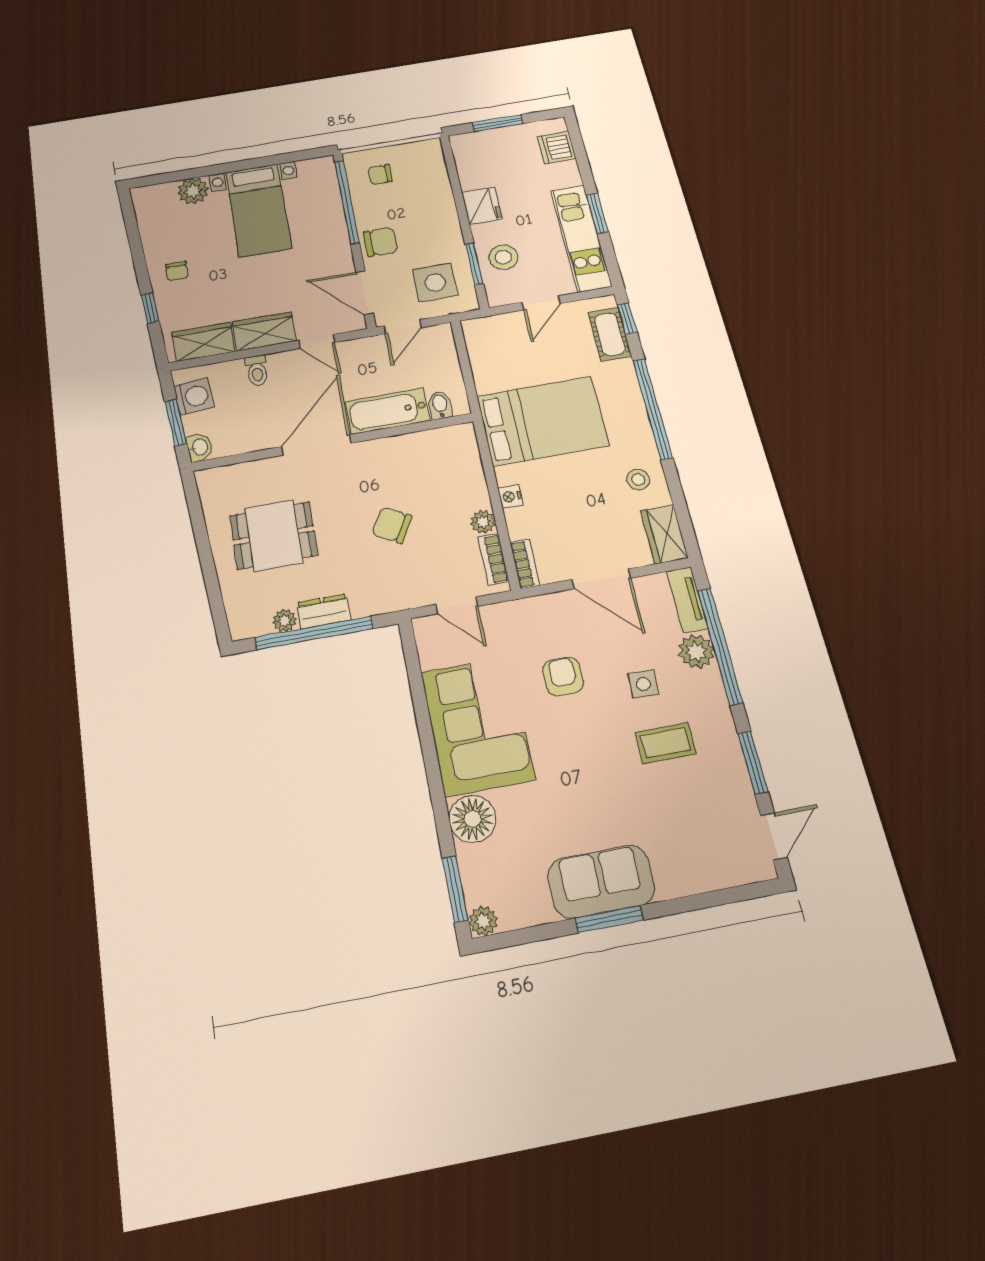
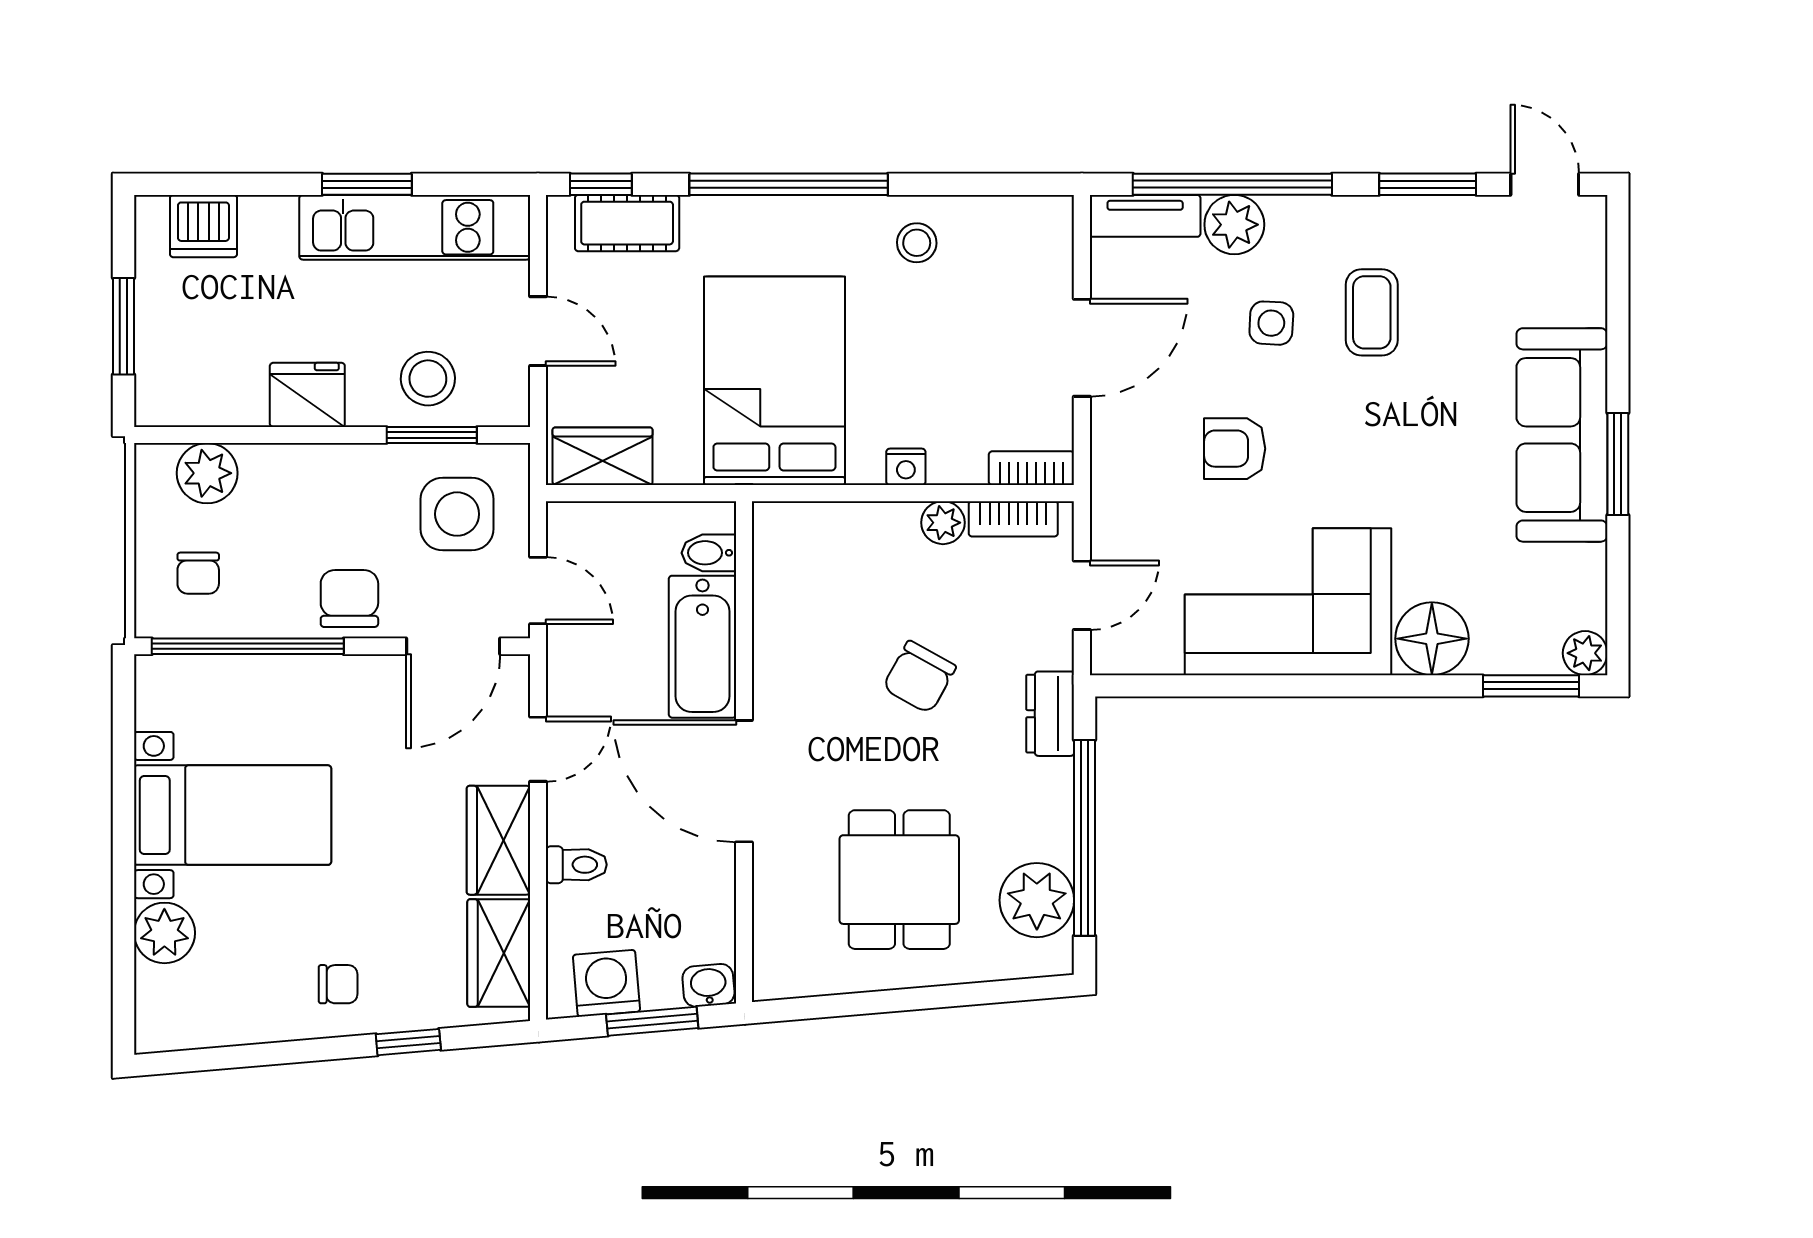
plant: (432, 170) -> (207, 473), added
wardrobe: (664, 534) -> (603, 456), moved, turned 180
dresser: (324, 611) -> (1050, 714), moved
plant: (285, 621) -> (1037, 900), width x1.88, depth x1.88
sofa: (601, 882) -> (1562, 435), width x1.36

